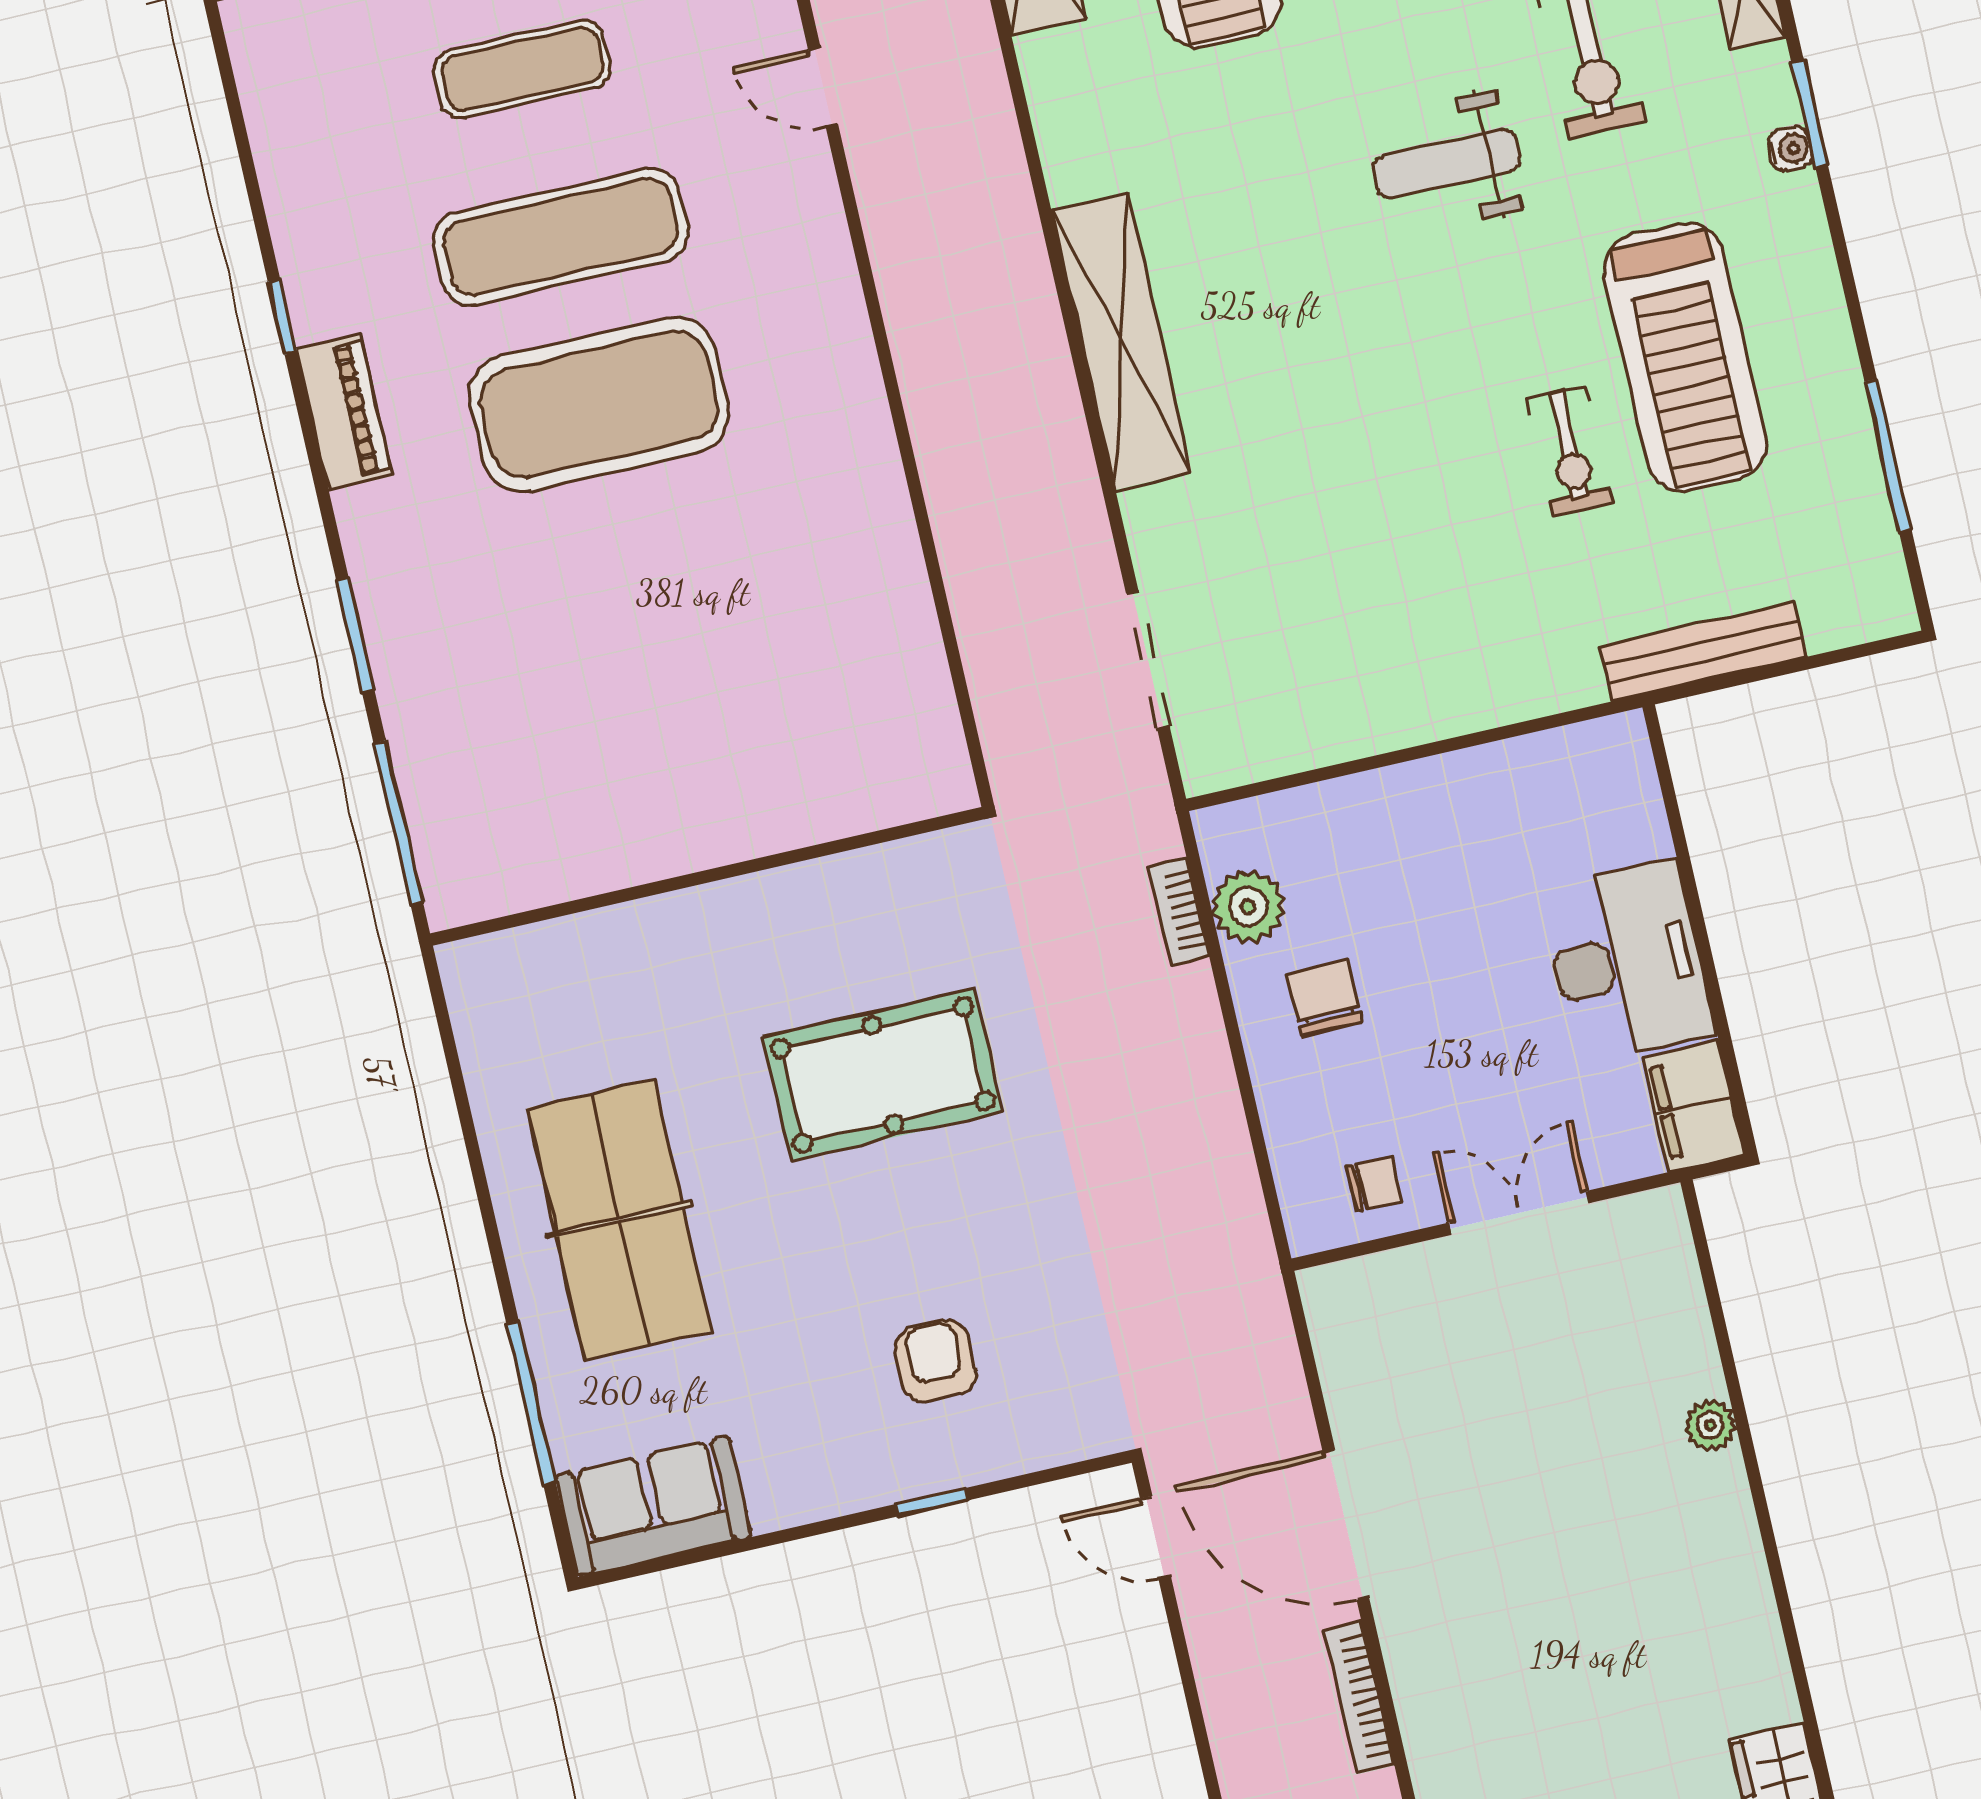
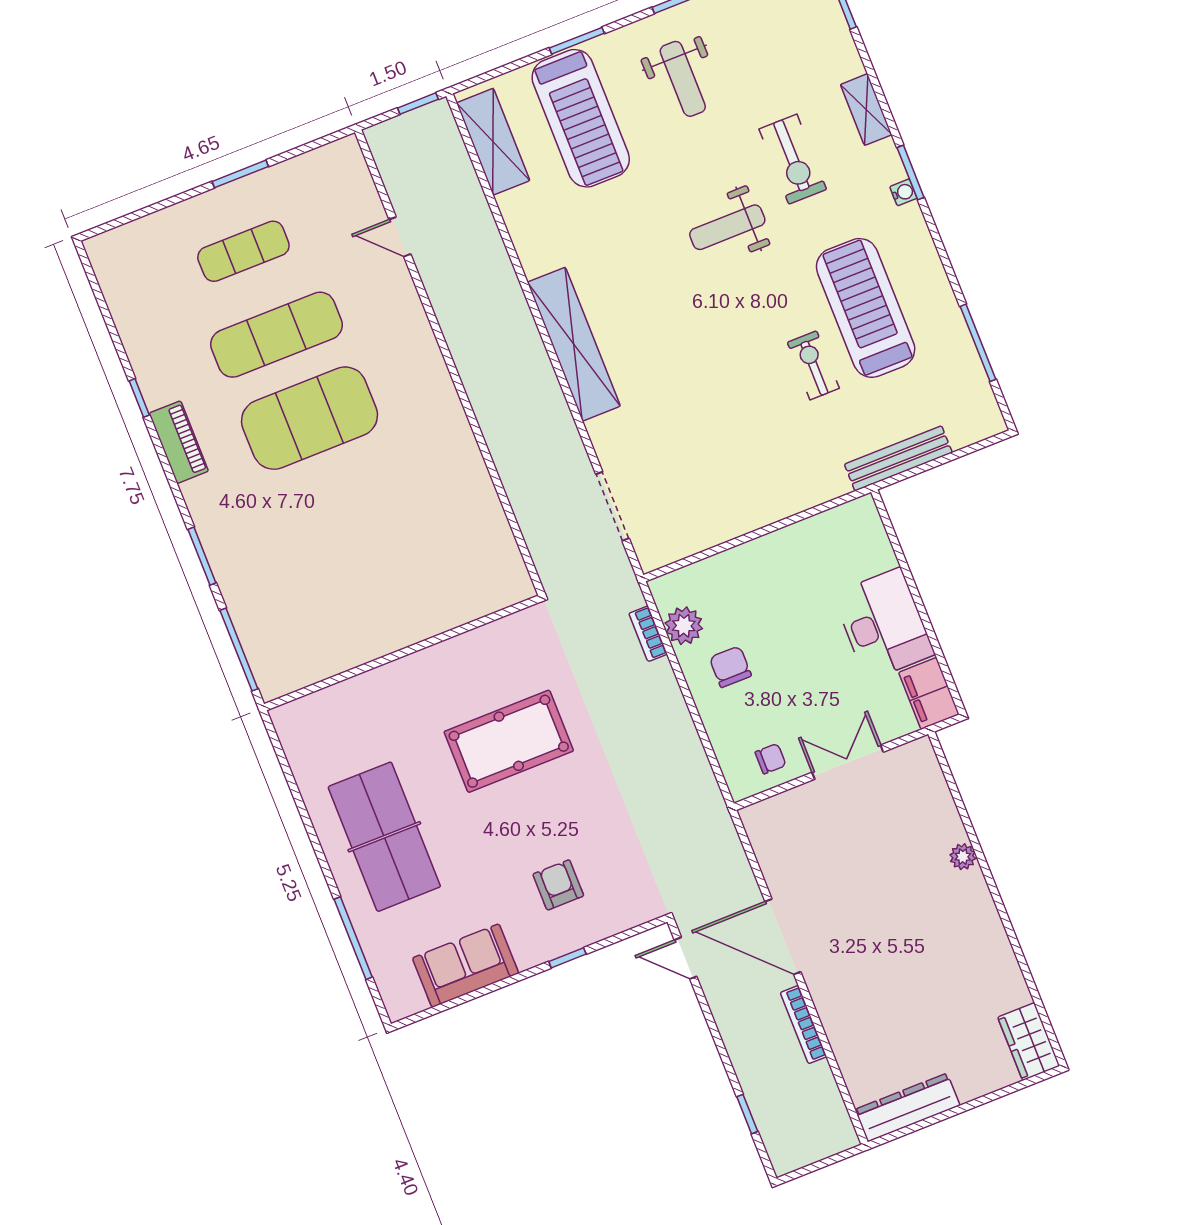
treadmill: (1685, 357) -> (866, 308), turned 180
exercise bike: (1569, 450) -> (813, 365), turned 180
sofa: (653, 1506) -> (466, 966), moved

